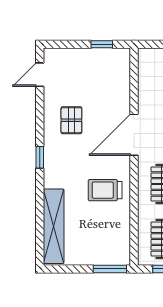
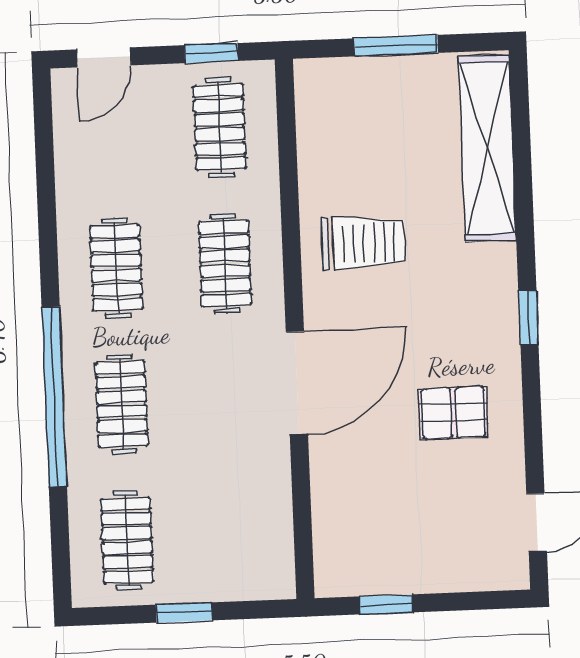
pallet: (71, 120) -> (454, 413), turned 90
window: (110, 269) -> (396, 46), moved

